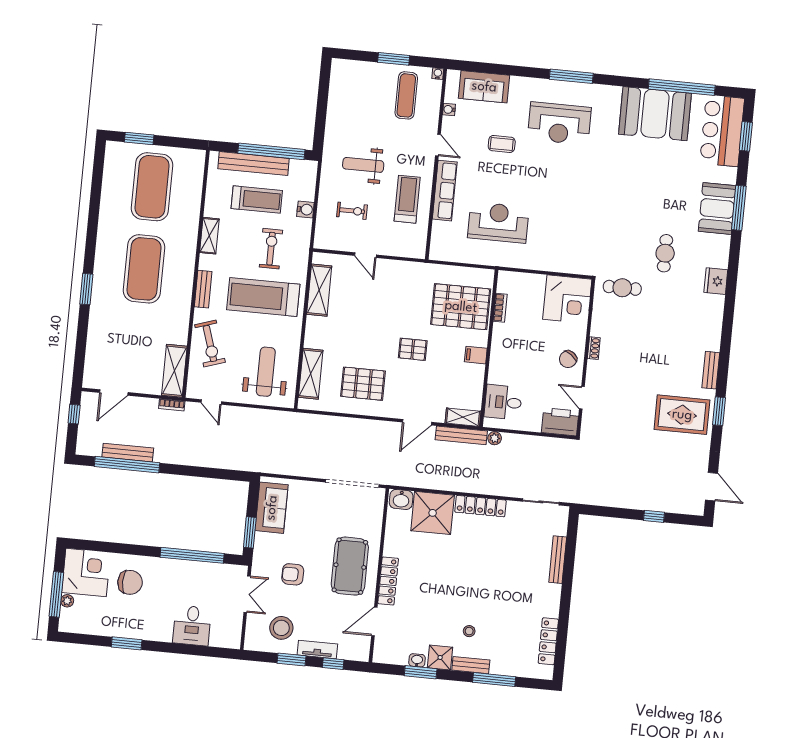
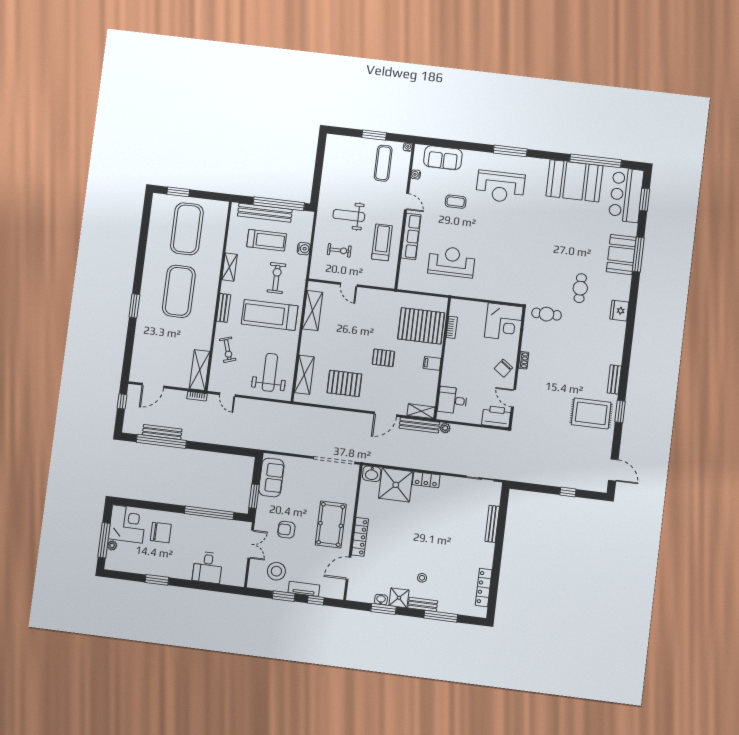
exercise bike: (210, 343) -> (228, 350), width x0.73, depth x0.72
locker: (480, 506) -> (426, 480), width x0.66

